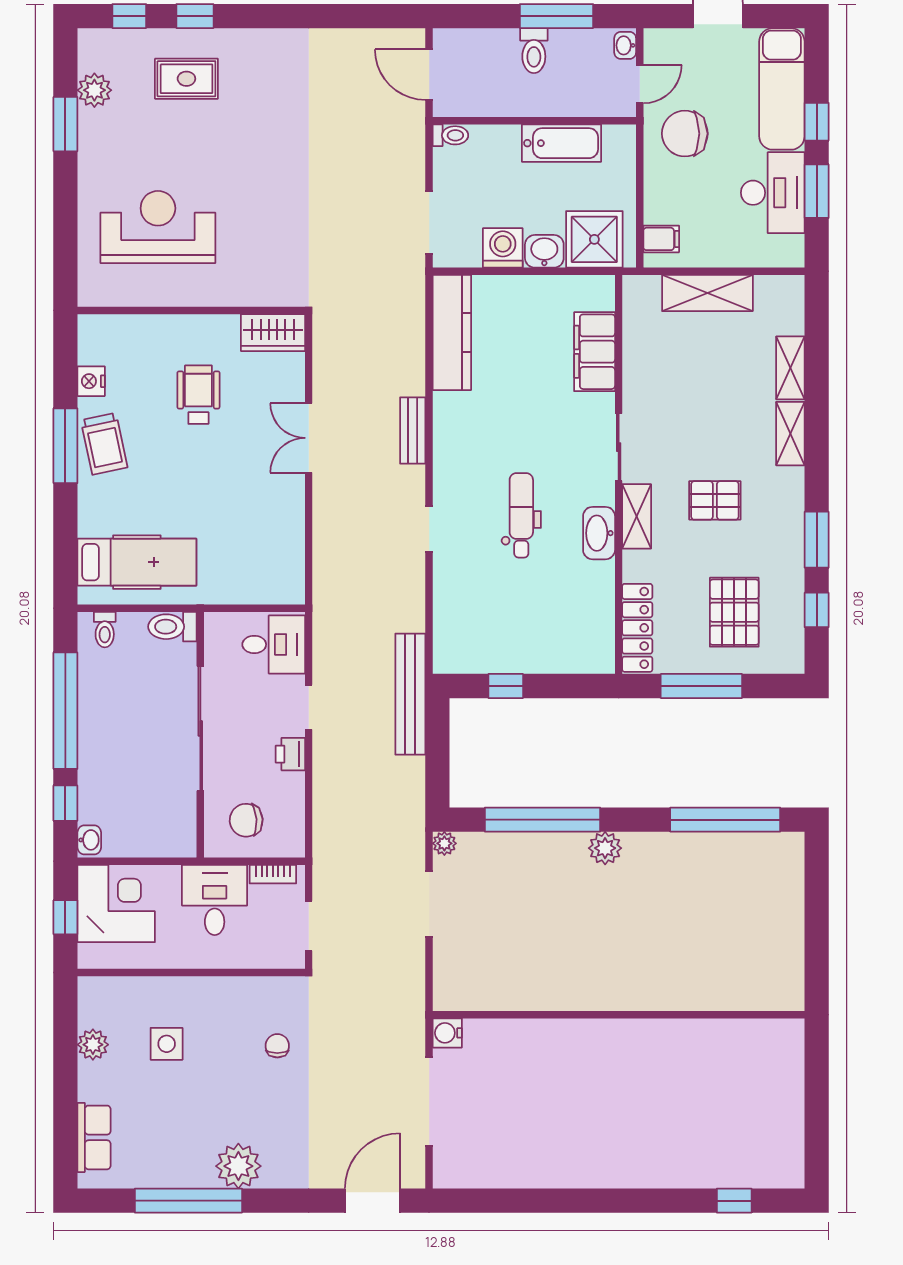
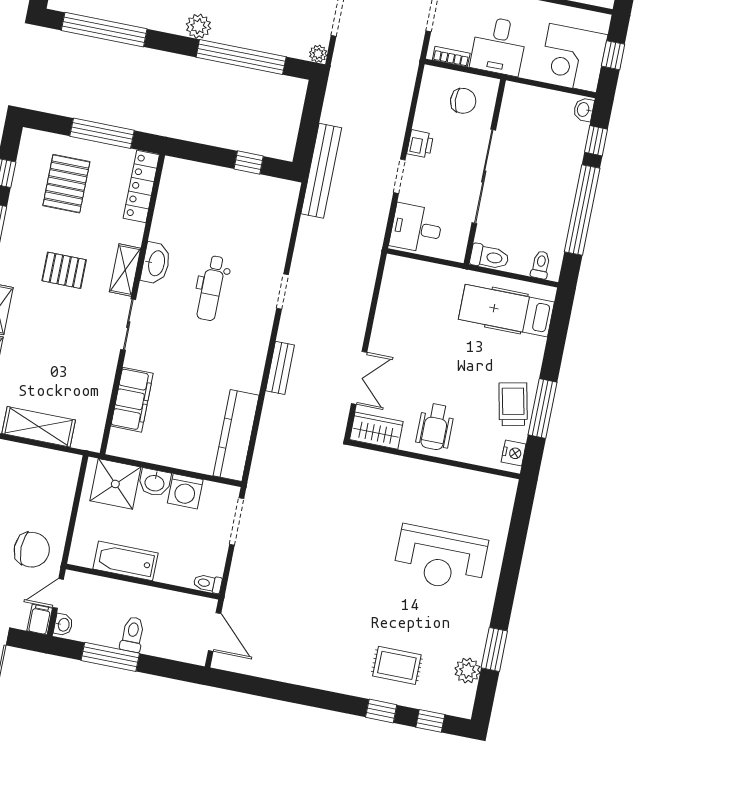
filing cabinet: (661, 239) -> (40, 619), moved, turned 90
wall: (191, 310) -> (434, 459), moved
wardrobe: (273, 333) -> (376, 431), moved

